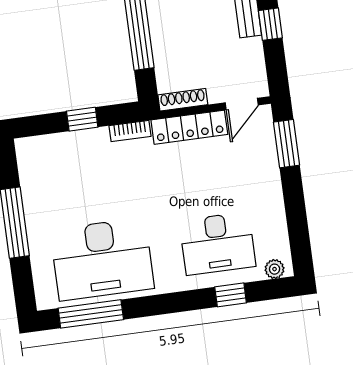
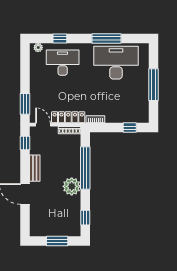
window: (270, 24) -> (25, 143), moved
door: (242, 104) -> (43, 125), hinge flipped
window: (82, 119) -> (130, 128), moved
window: (91, 314) -> (107, 38), moved

